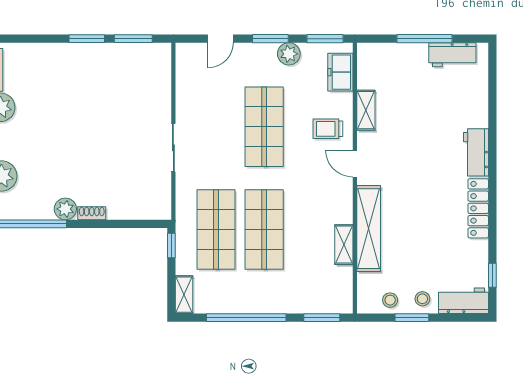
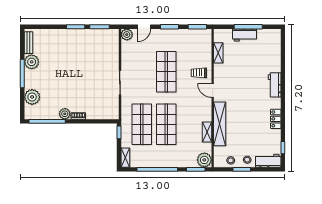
plant: (289, 54) -> (127, 35), moved
workbench: (452, 55) -> (244, 35), moved
freezer: (340, 72) -> (205, 44), removed
shelving: (366, 110) -> (218, 53), moved
locker: (478, 208) -> (276, 119), width x0.66
plant: (338, 299) -> (204, 160), added

